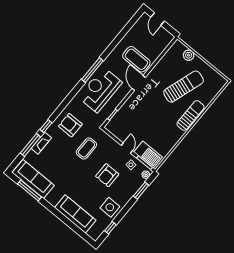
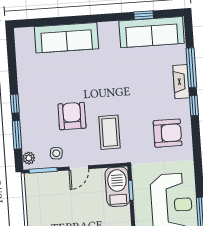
coffee table: (86, 148) -> (110, 132), moved
door: (127, 148) -> (79, 168), hinge flipped
barbecue: (148, 155) -> (117, 187), moved, turned 90
window: (29, 190) -> (144, 15), width x0.46
side table: (110, 207) -> (35, 83), removed
window: (110, 228) -> (15, 104), moved

